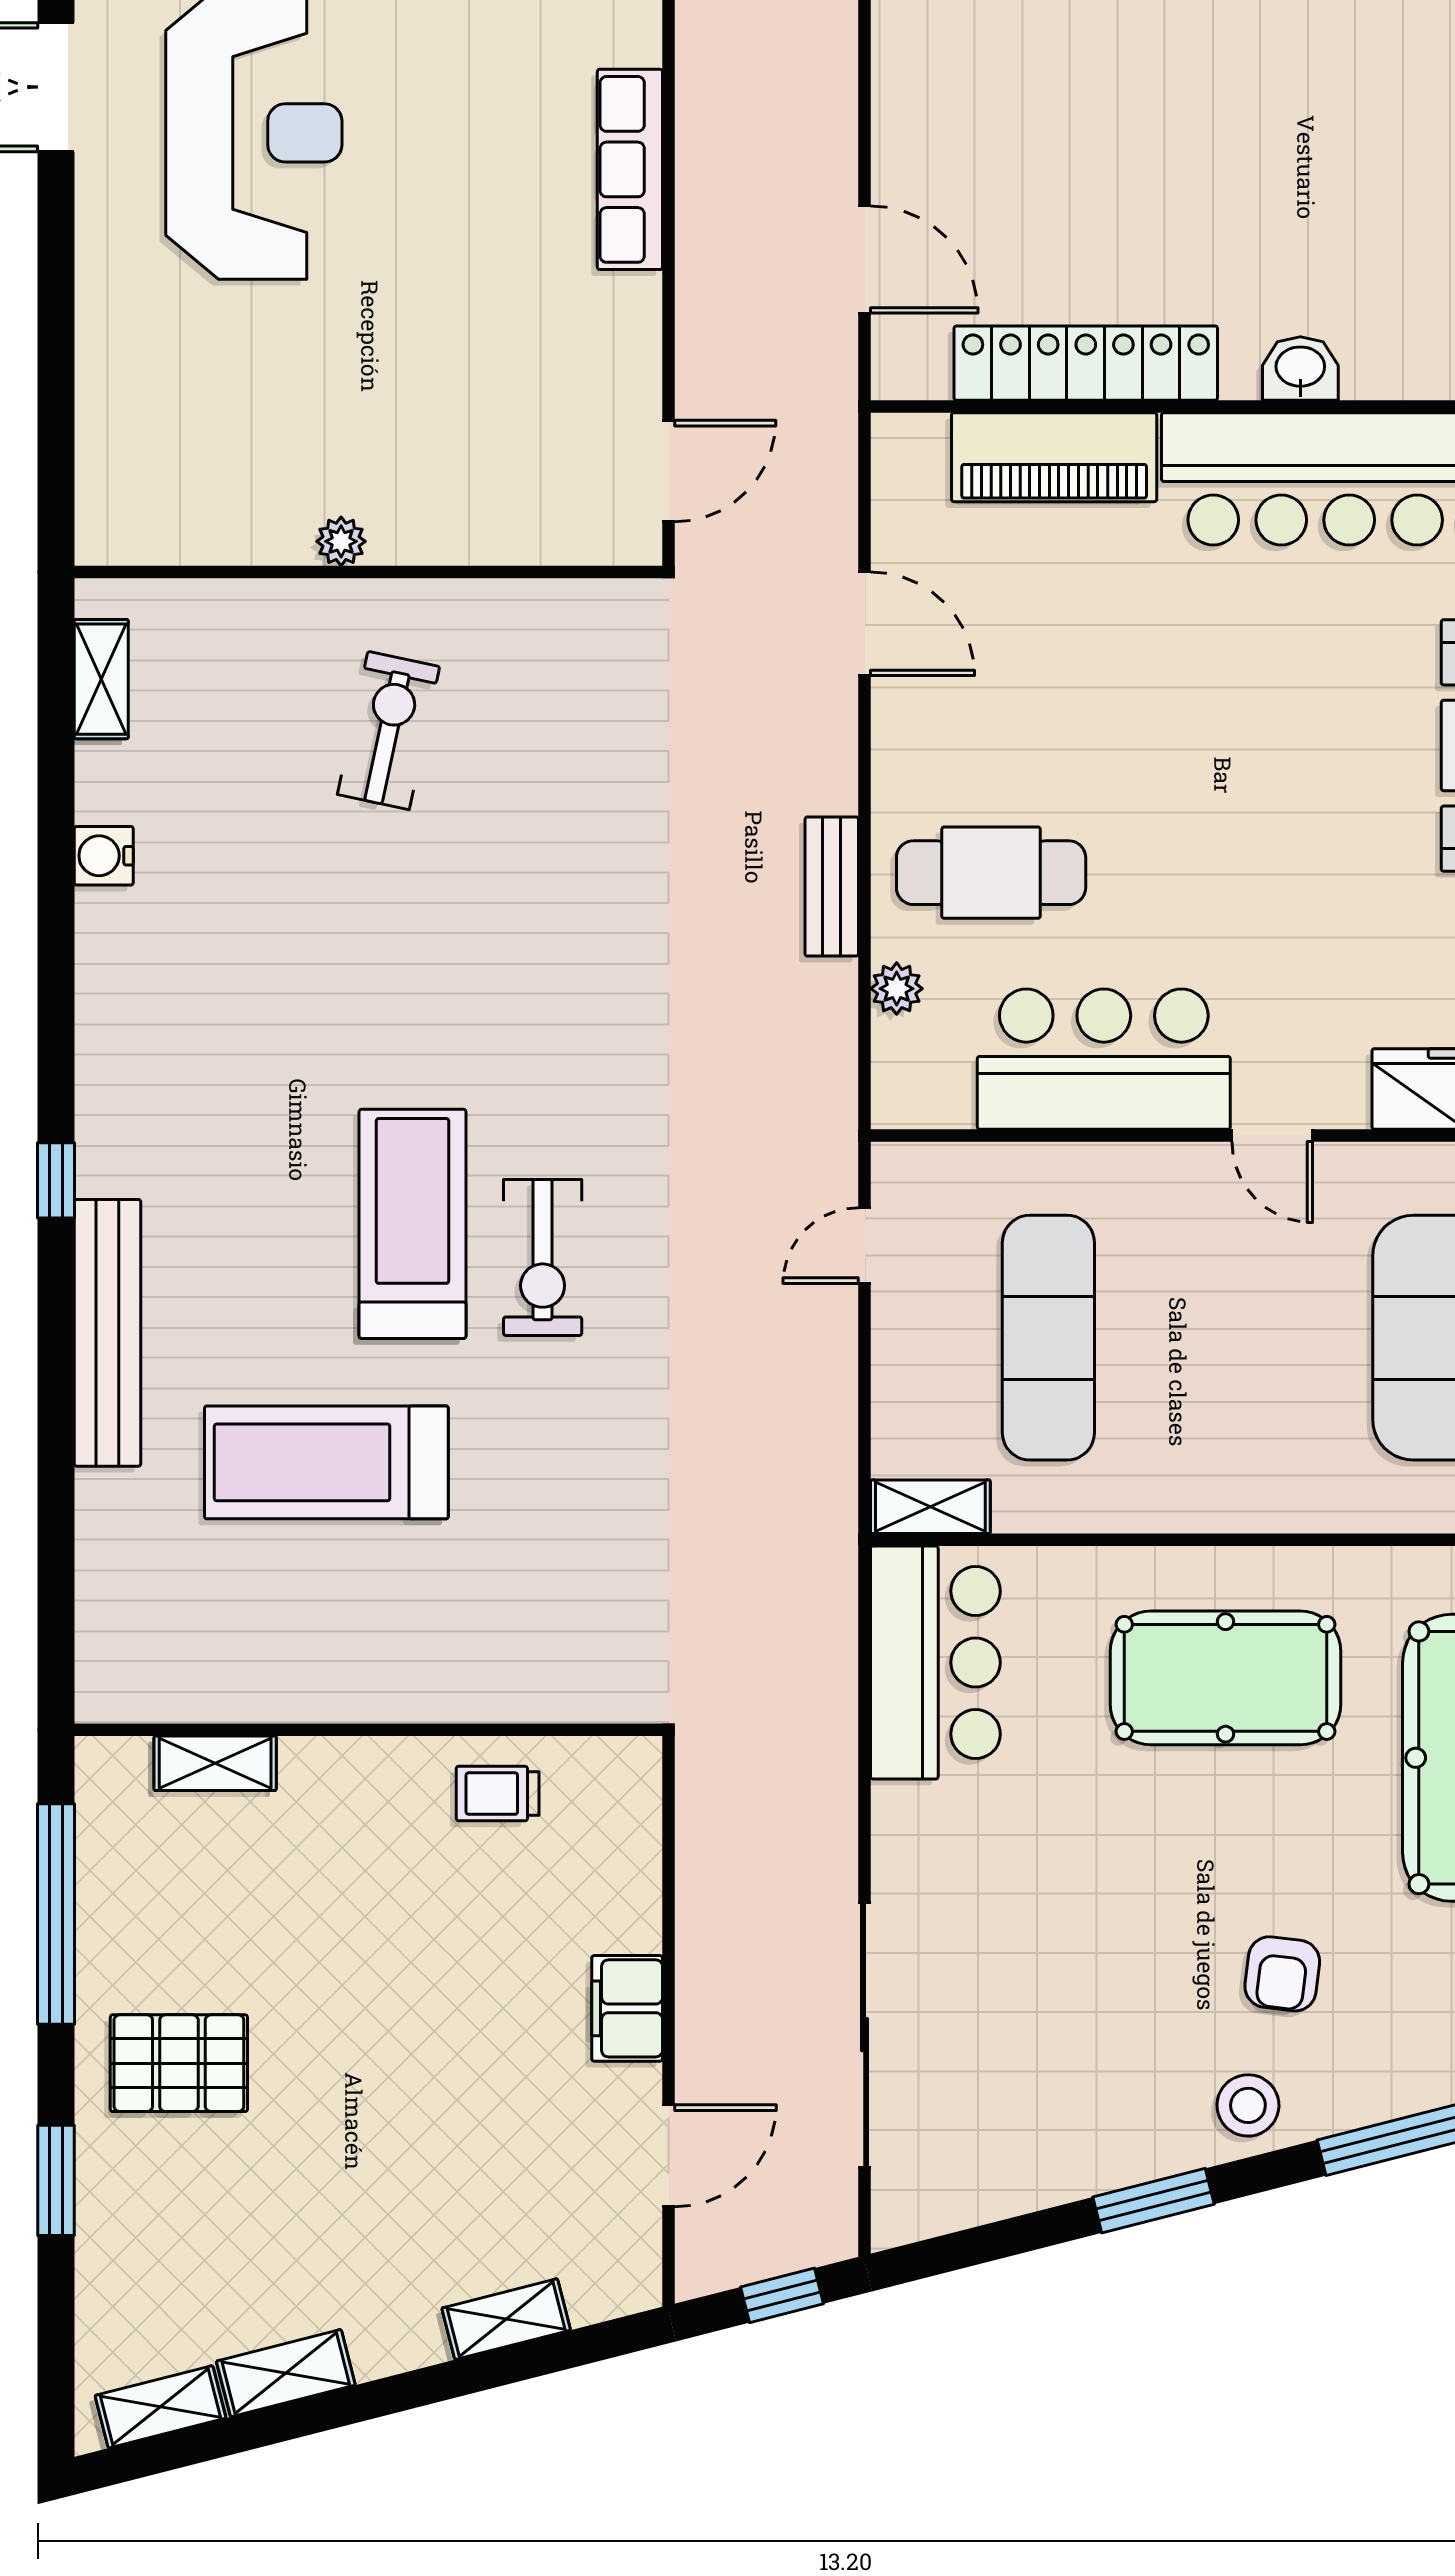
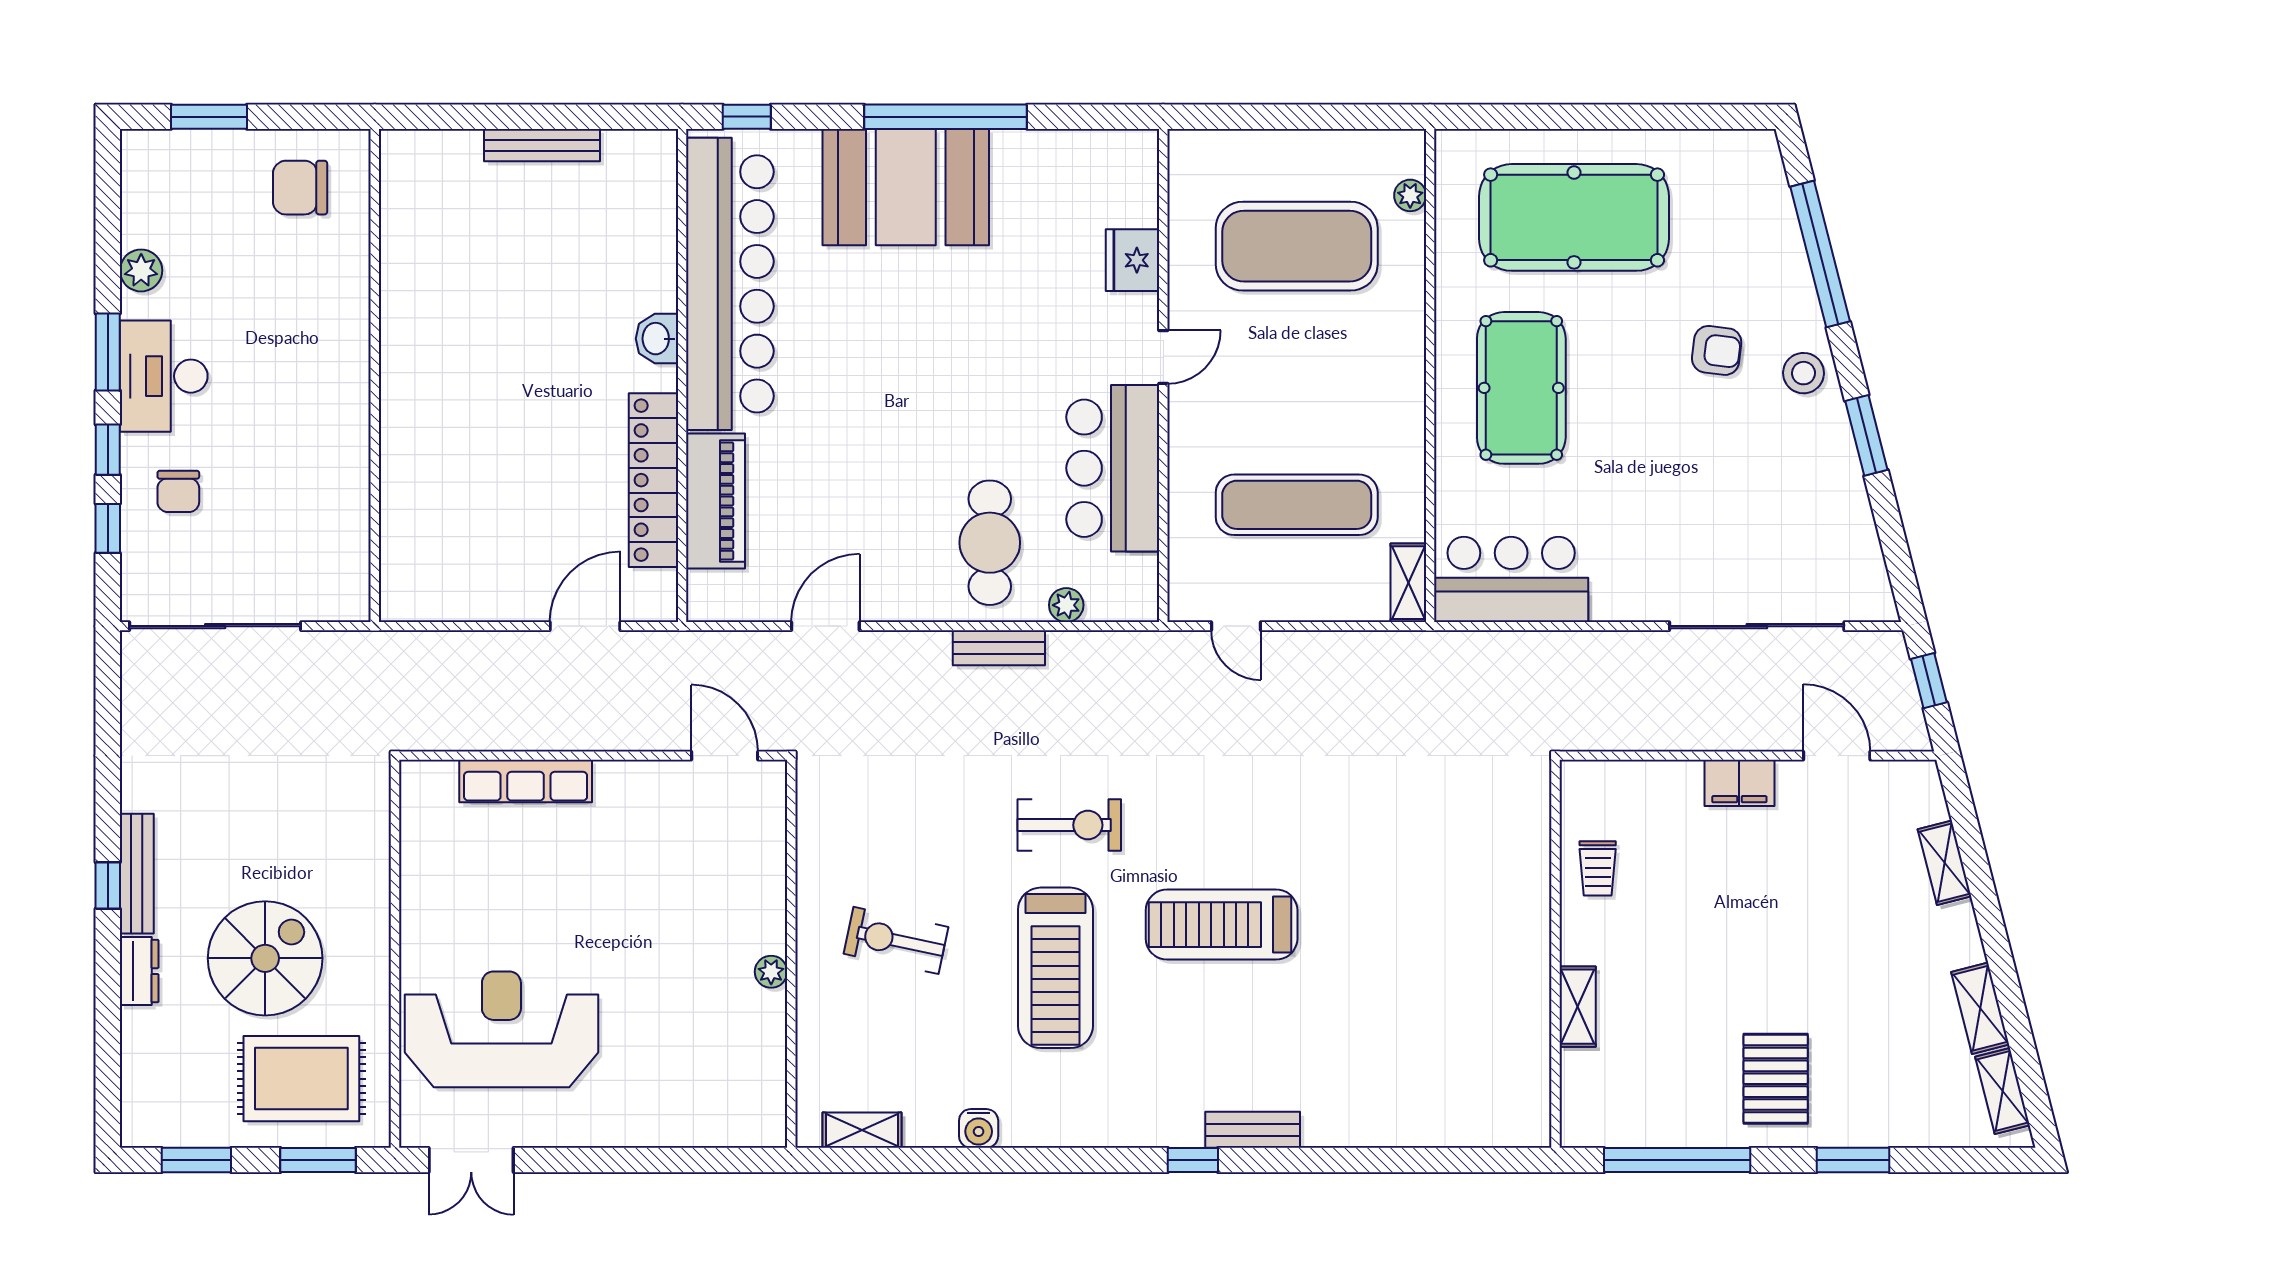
exercise bike: (543, 1257) -> (1069, 825), moved
bench: (107, 1333) -> (1253, 1130), width x0.54, depth x0.82
treadmill: (326, 1462) -> (1055, 968), moved
shelving: (215, 1763) -> (1578, 1007), moved

